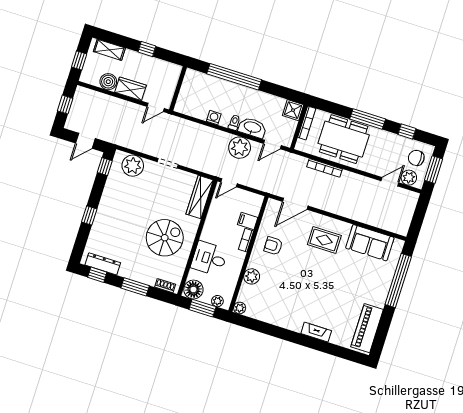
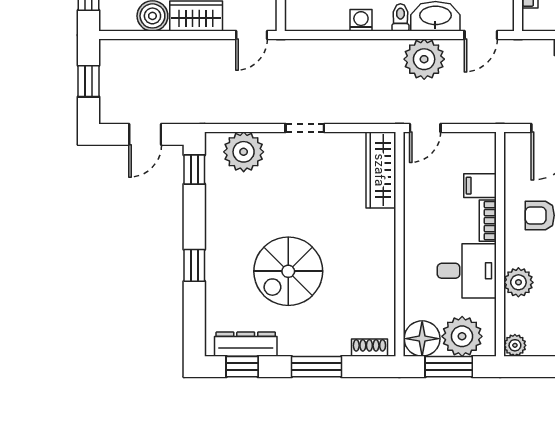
spiral stairs: (165, 238) -> (288, 271), moved, turned 180
desk: (209, 258) -> (467, 271), moved, turned 180
plant: (217, 301) -> (462, 336), width x1.87, depth x1.87

